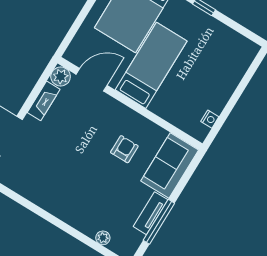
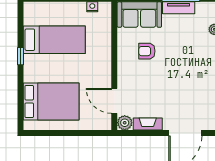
bed: (151, 65) -> (54, 40), moved, turned 180

